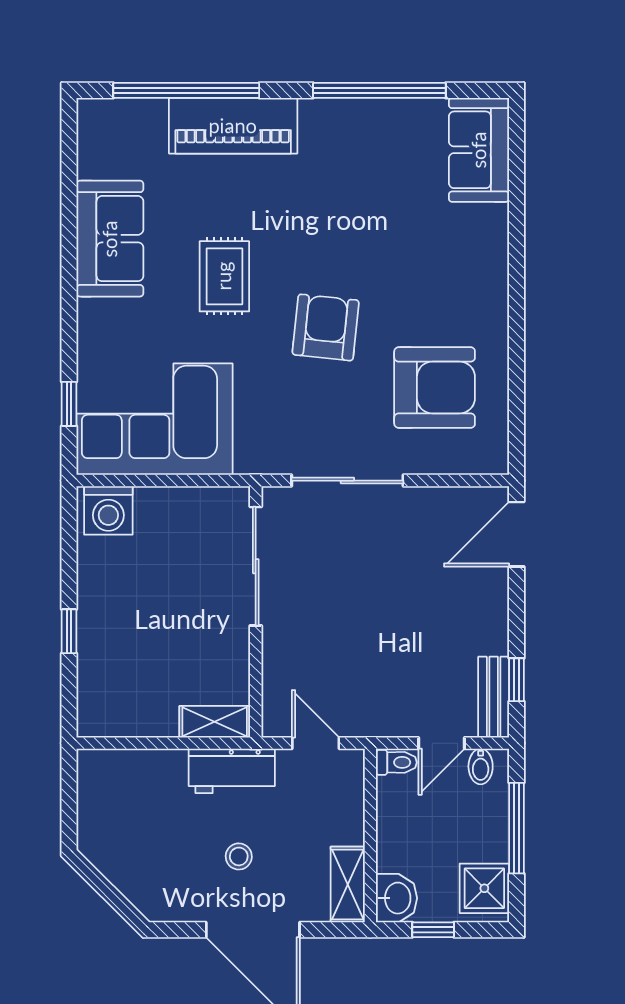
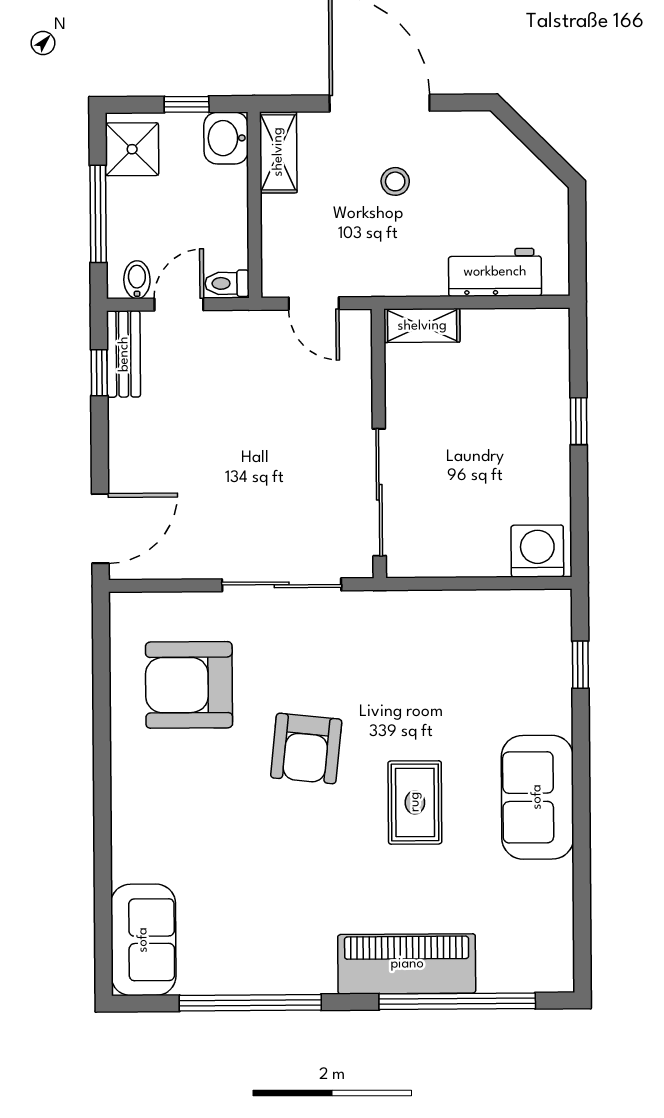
sofa: (110, 239) -> (537, 797), moved
corner sofa: (155, 419) -> (489, 649), removed
workbench: (232, 771) -> (495, 272), moved

